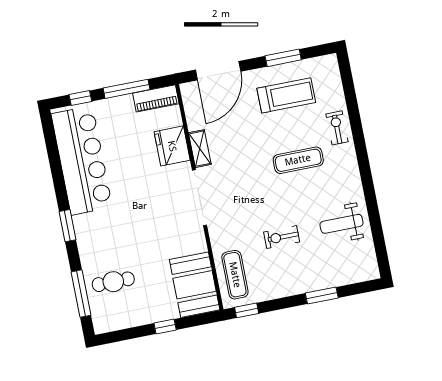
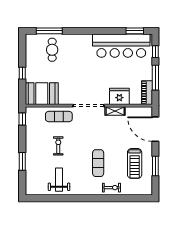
window: (67, 226) -> (135, 31), moved
exercise mat: (235, 275) -> (59, 117), moved

